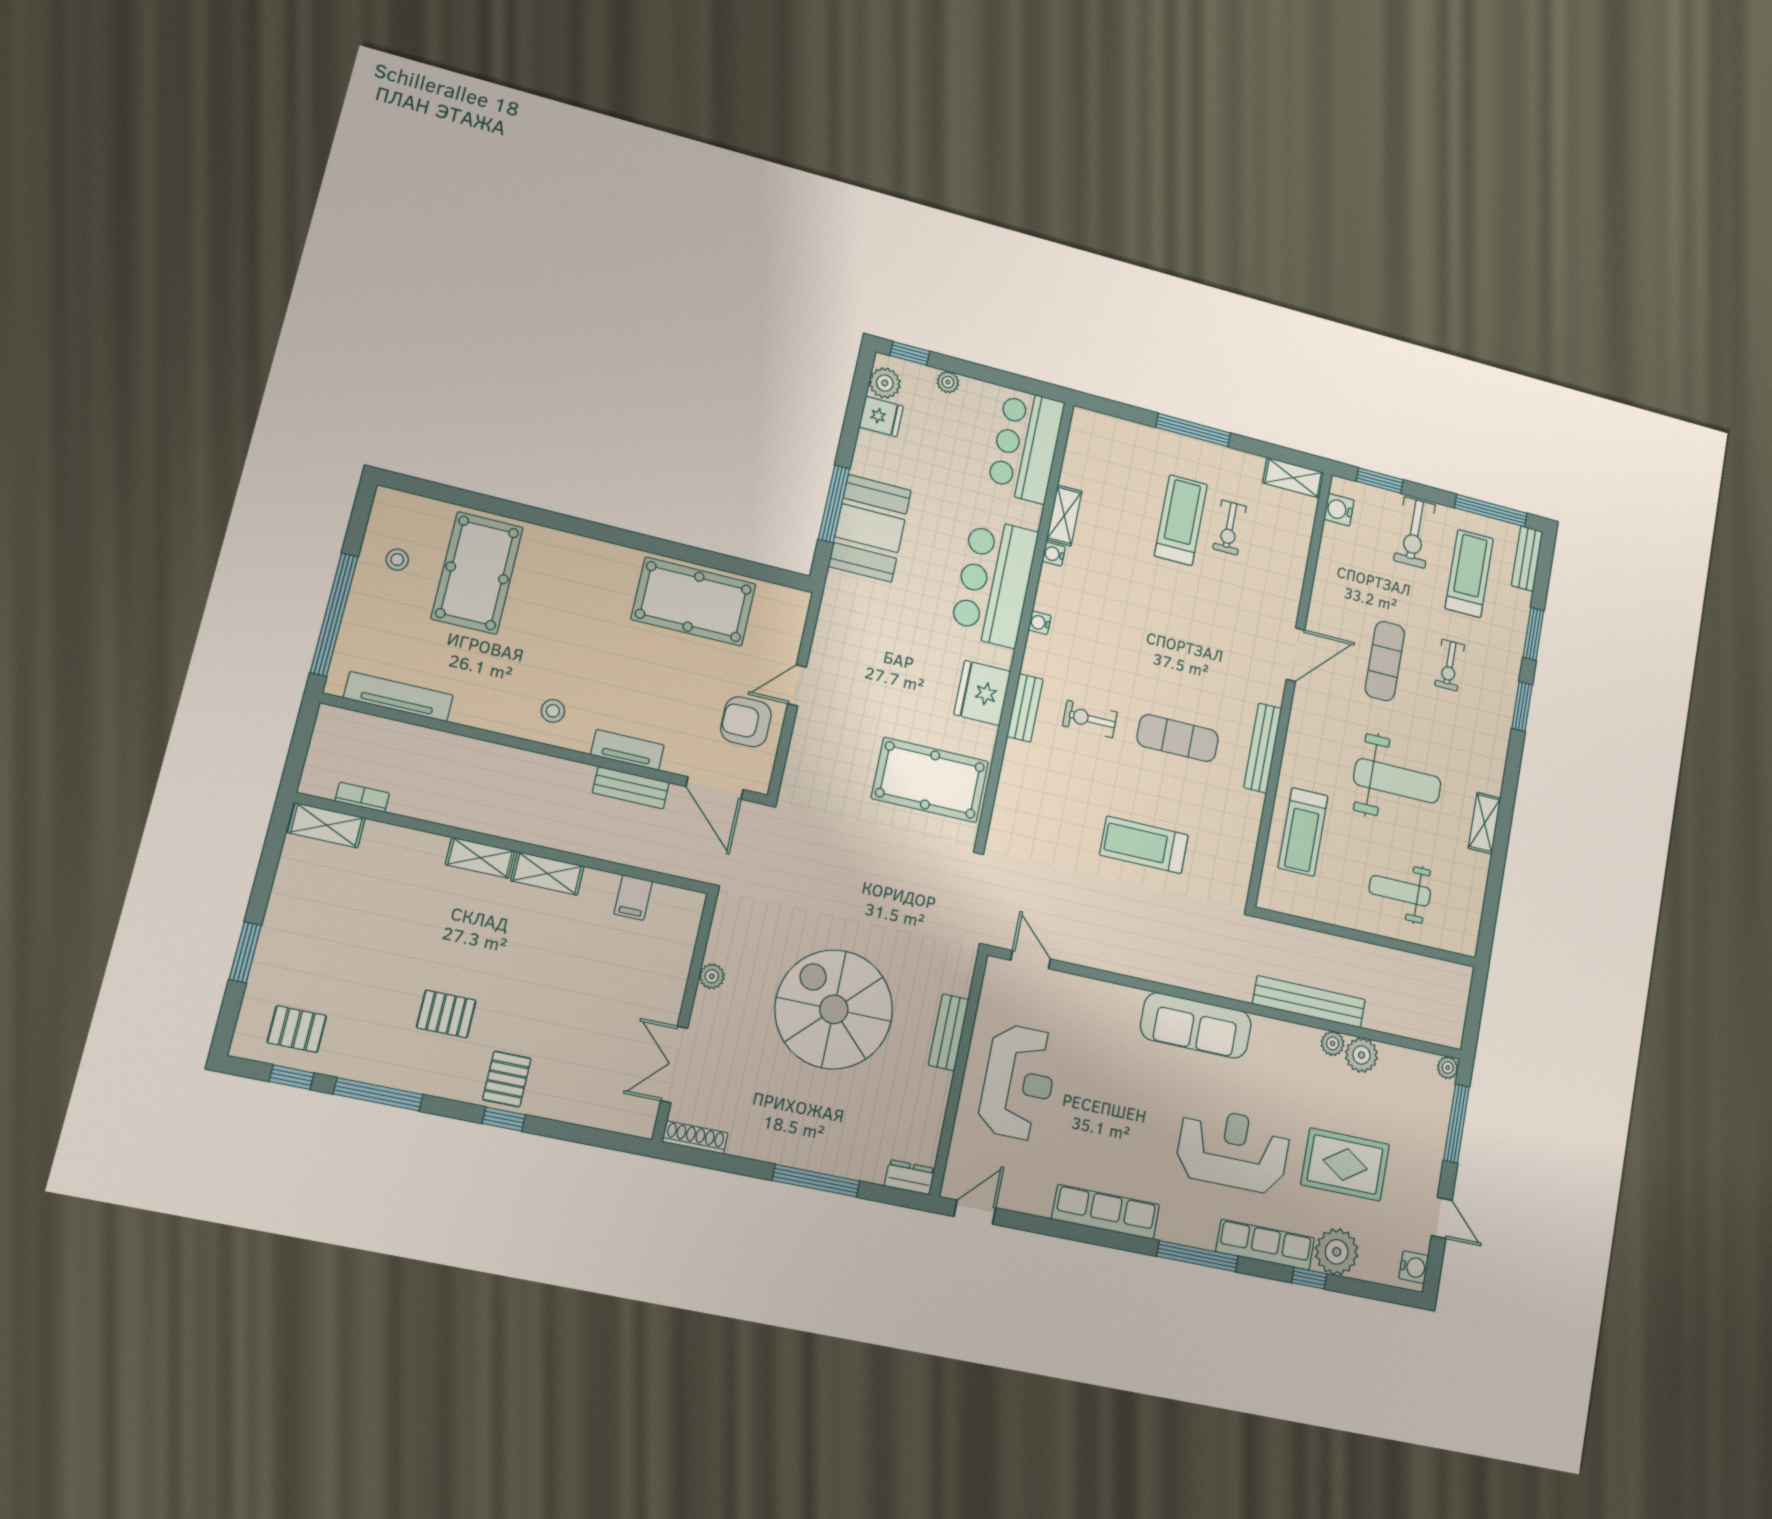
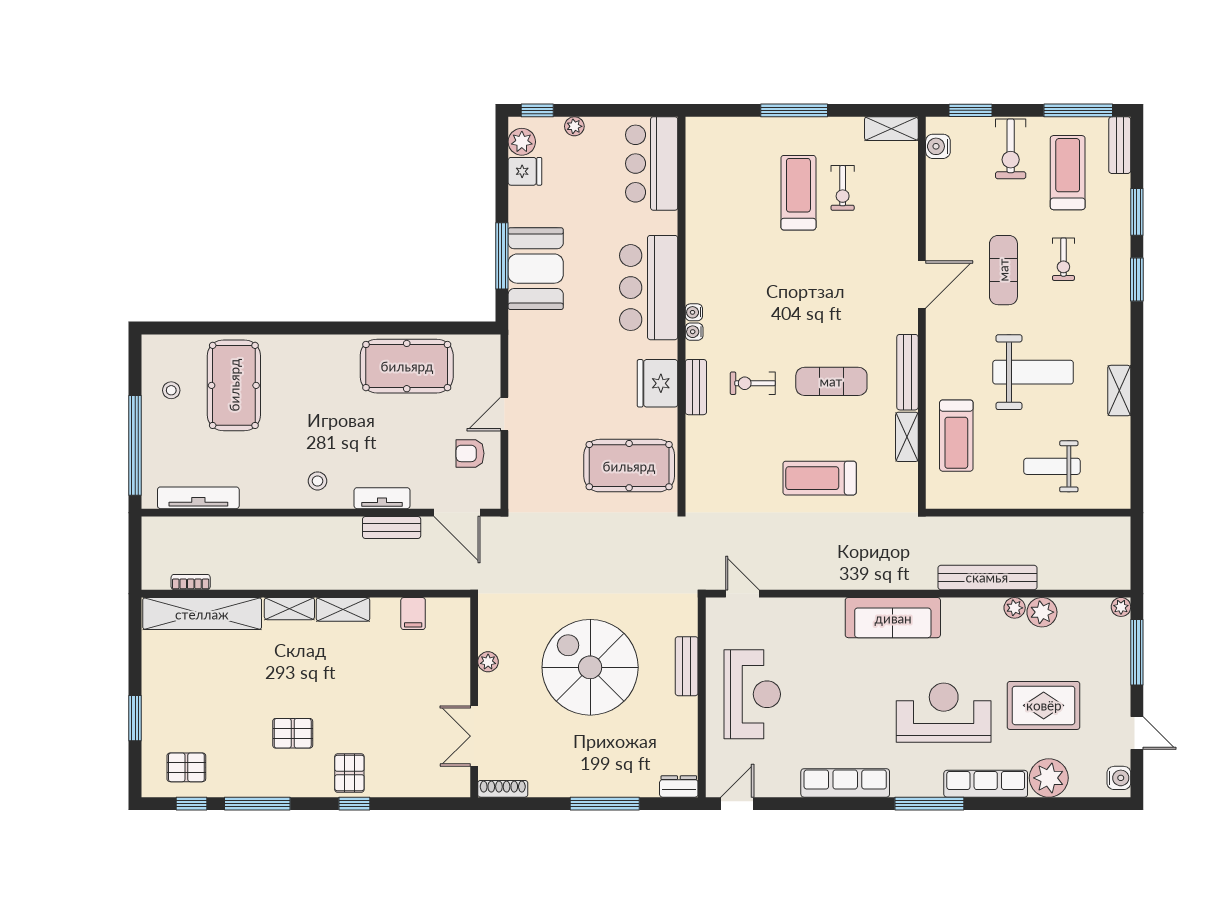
shelving: (1064, 515) -> (907, 437), moved
water cooler: (1054, 554) -> (694, 332), moved
armchair: (746, 722) -> (470, 453), width x0.72, depth x0.72
shelving: (327, 825) -> (202, 614), width x2.20, depth x1.33
window: (1309, 1278) -> (1029, 804), removed

